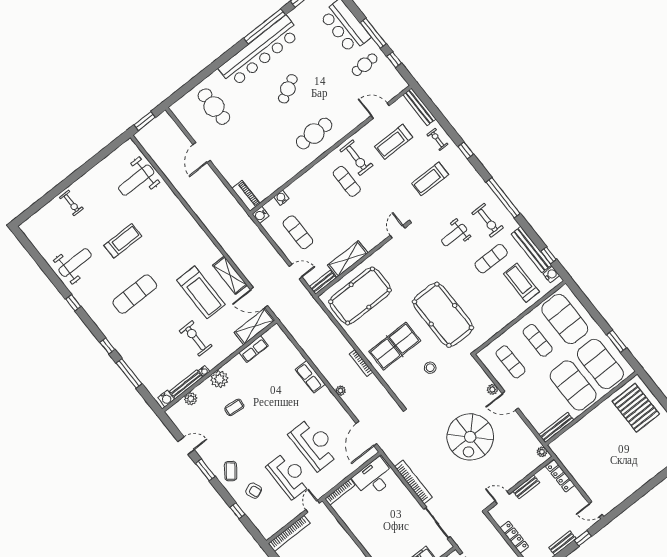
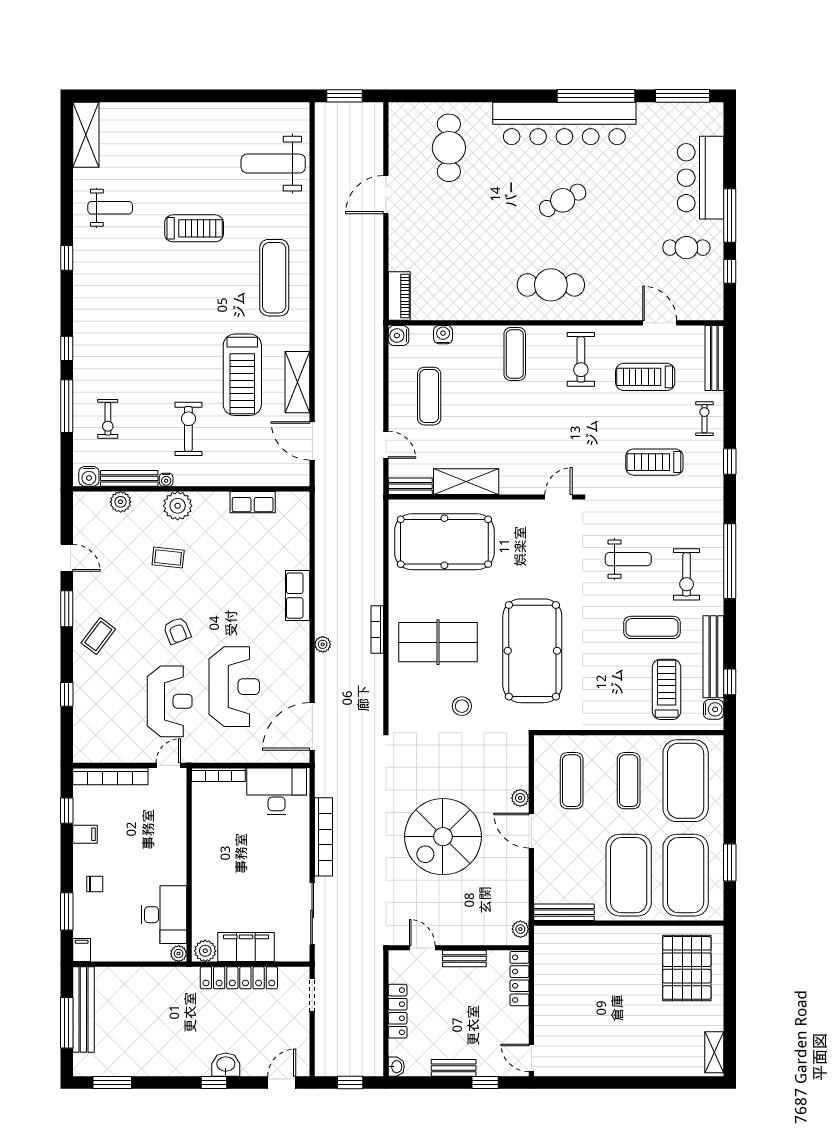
exercise mat: (347, 181) -> (515, 354), moved
exercise bike: (71, 203) -> (108, 419), moved
weight bench: (454, 235) -> (628, 559), turned 180
weight bench: (75, 263) -> (110, 208), width x0.73, depth x0.75
exercise mat: (135, 294) -> (274, 278), moved, turned 90
shelving: (254, 326) -> (86, 135), moved, turned 90
armchair: (254, 491) -> (177, 631), moved

